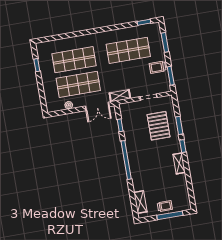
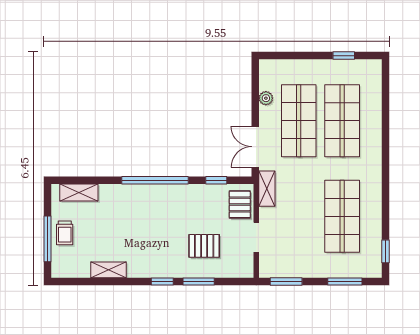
trolley: (158, 67) -> (305, 261), removed
pallet: (132, 110) -> (240, 204), added
pallet: (159, 126) -> (204, 246), width x0.67, depth x0.71
shelving: (179, 163) -> (109, 270), moved

